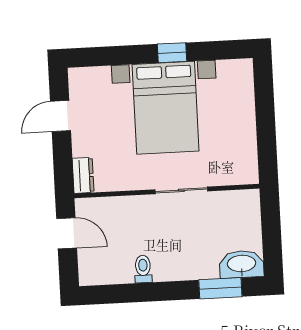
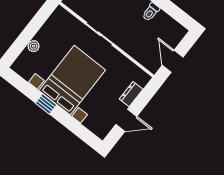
plant: (246, 108) -> (34, 46), added
dresser: (83, 175) -> (131, 94), moved

